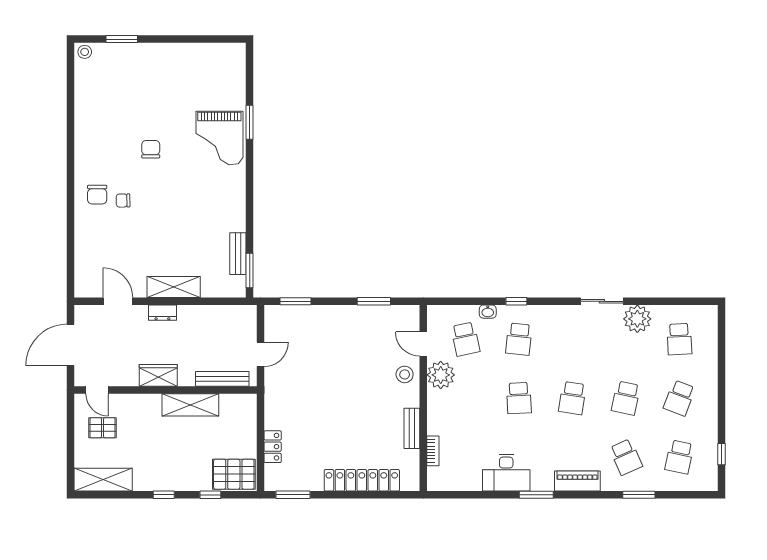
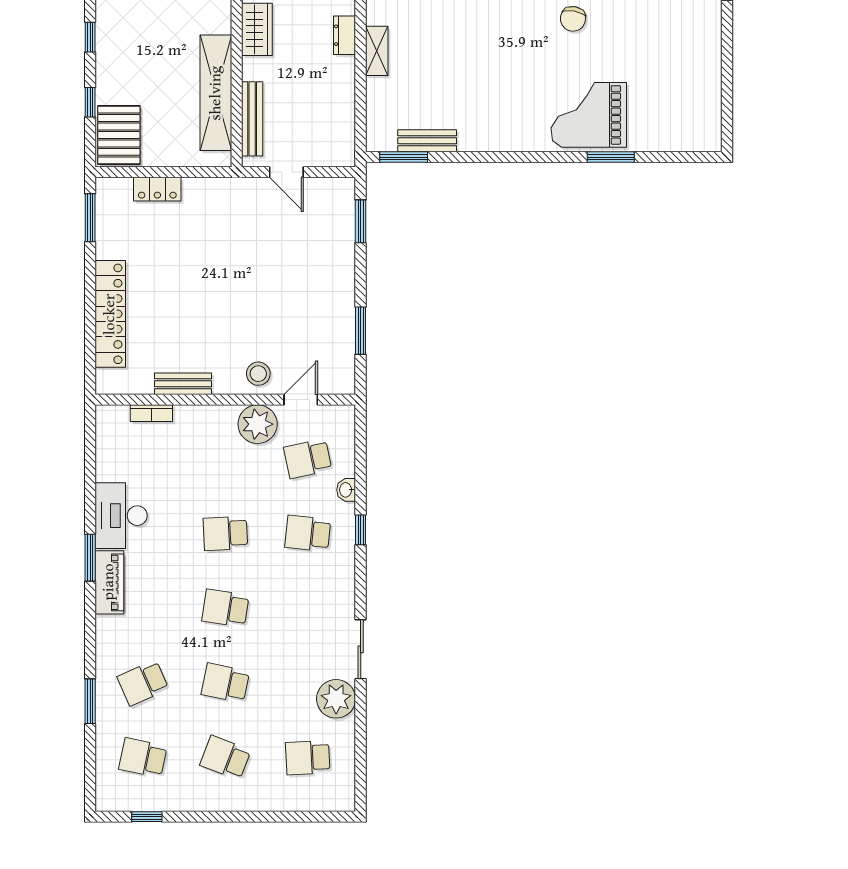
chair: (151, 149) -> (573, 19), turned 100
shelving: (174, 287) -> (377, 51), width x0.67, depth x0.75
shelving: (190, 405) -> (216, 93), width x1.47
piano: (577, 481) -> (109, 582), moved

